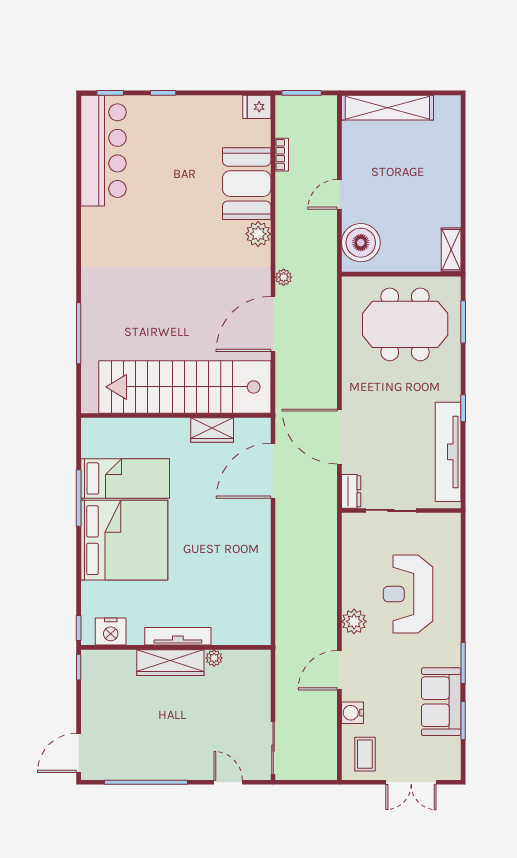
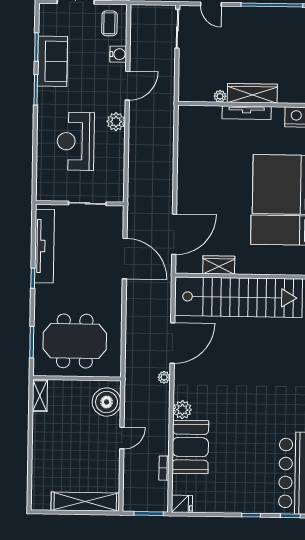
dresser: (351, 491) -> (117, 218), removed
reception desk: (408, 594) -> (76, 141), turned 180

